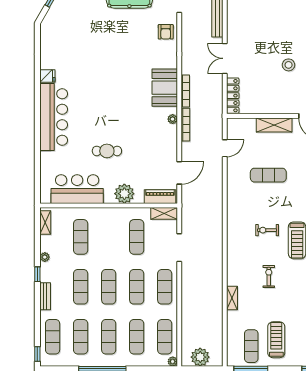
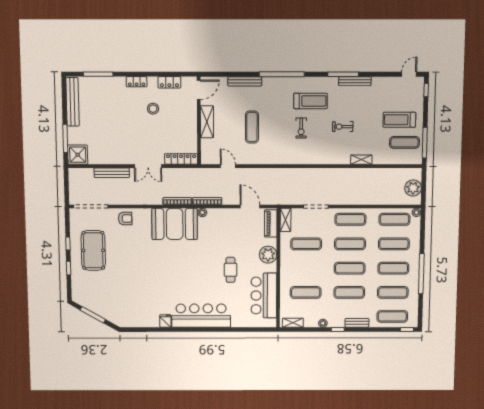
booth: (165, 88) -> (175, 224), width x1.36, depth x1.42

